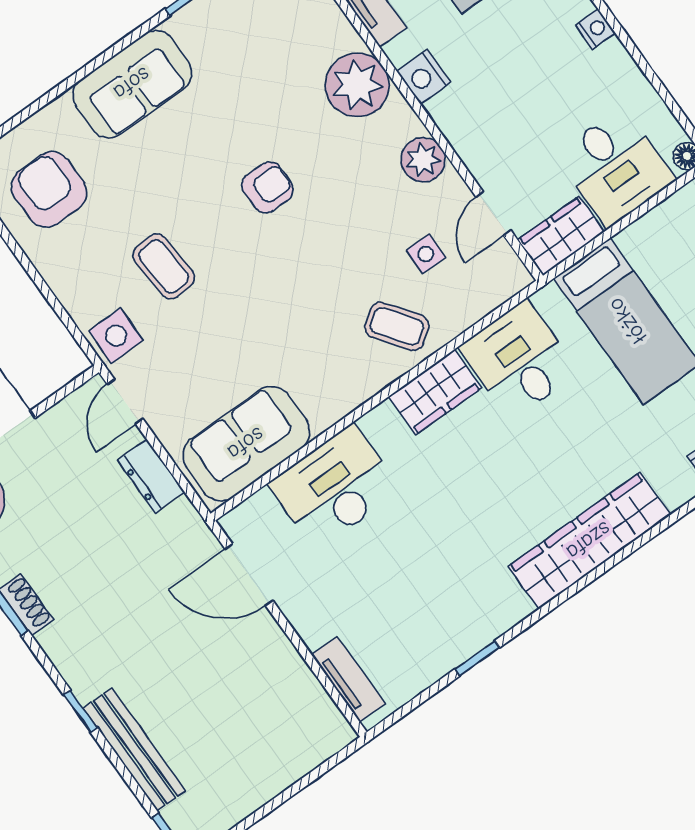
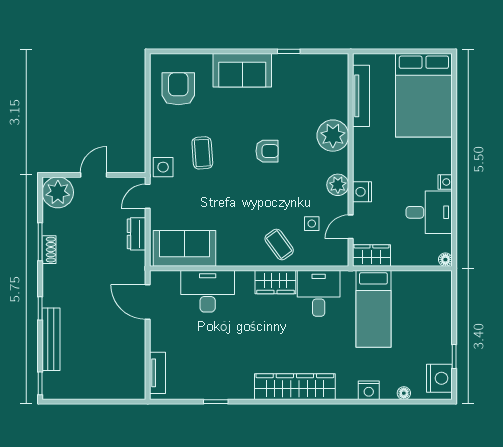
nightstand: (424, 77) -> (362, 192), moved
desk: (615, 167) -> (429, 212), moved, turned -90

